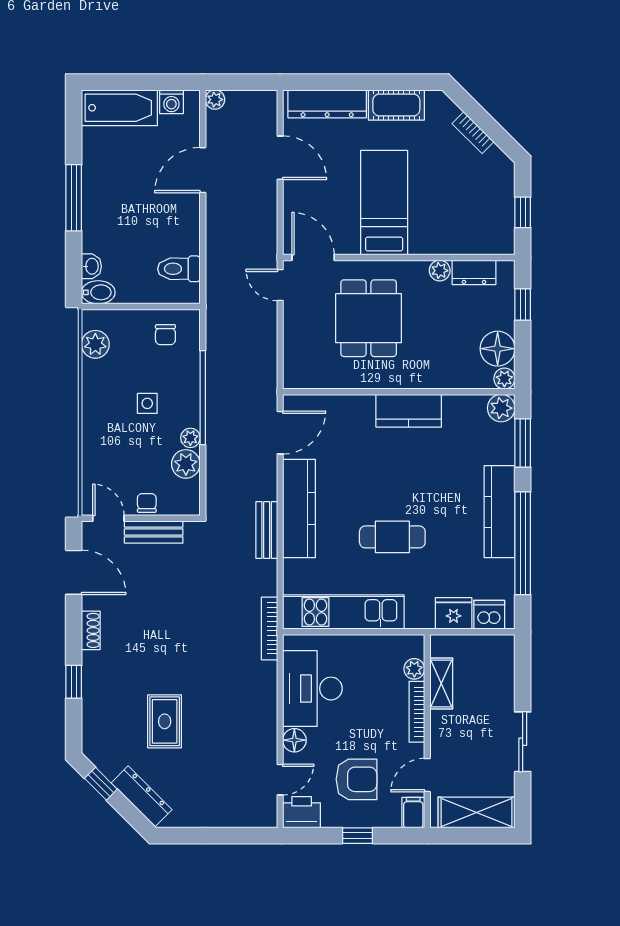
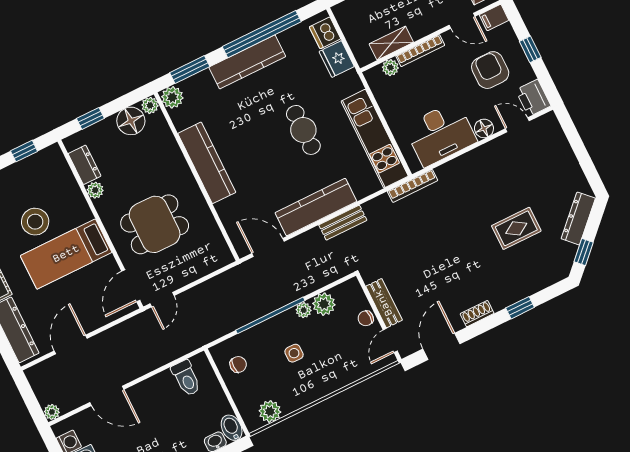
stool: (438, 186) -> (35, 222), added
kitchen counter: (409, 411) -> (207, 163), width x1.50

